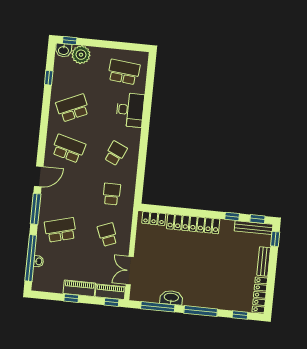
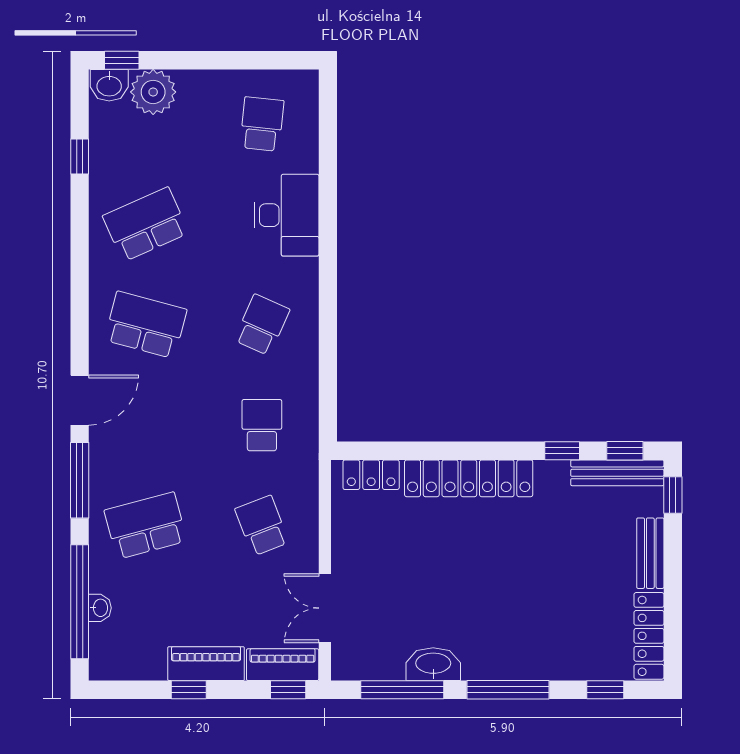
school desk: (124, 72) -> (262, 124), width x0.54

